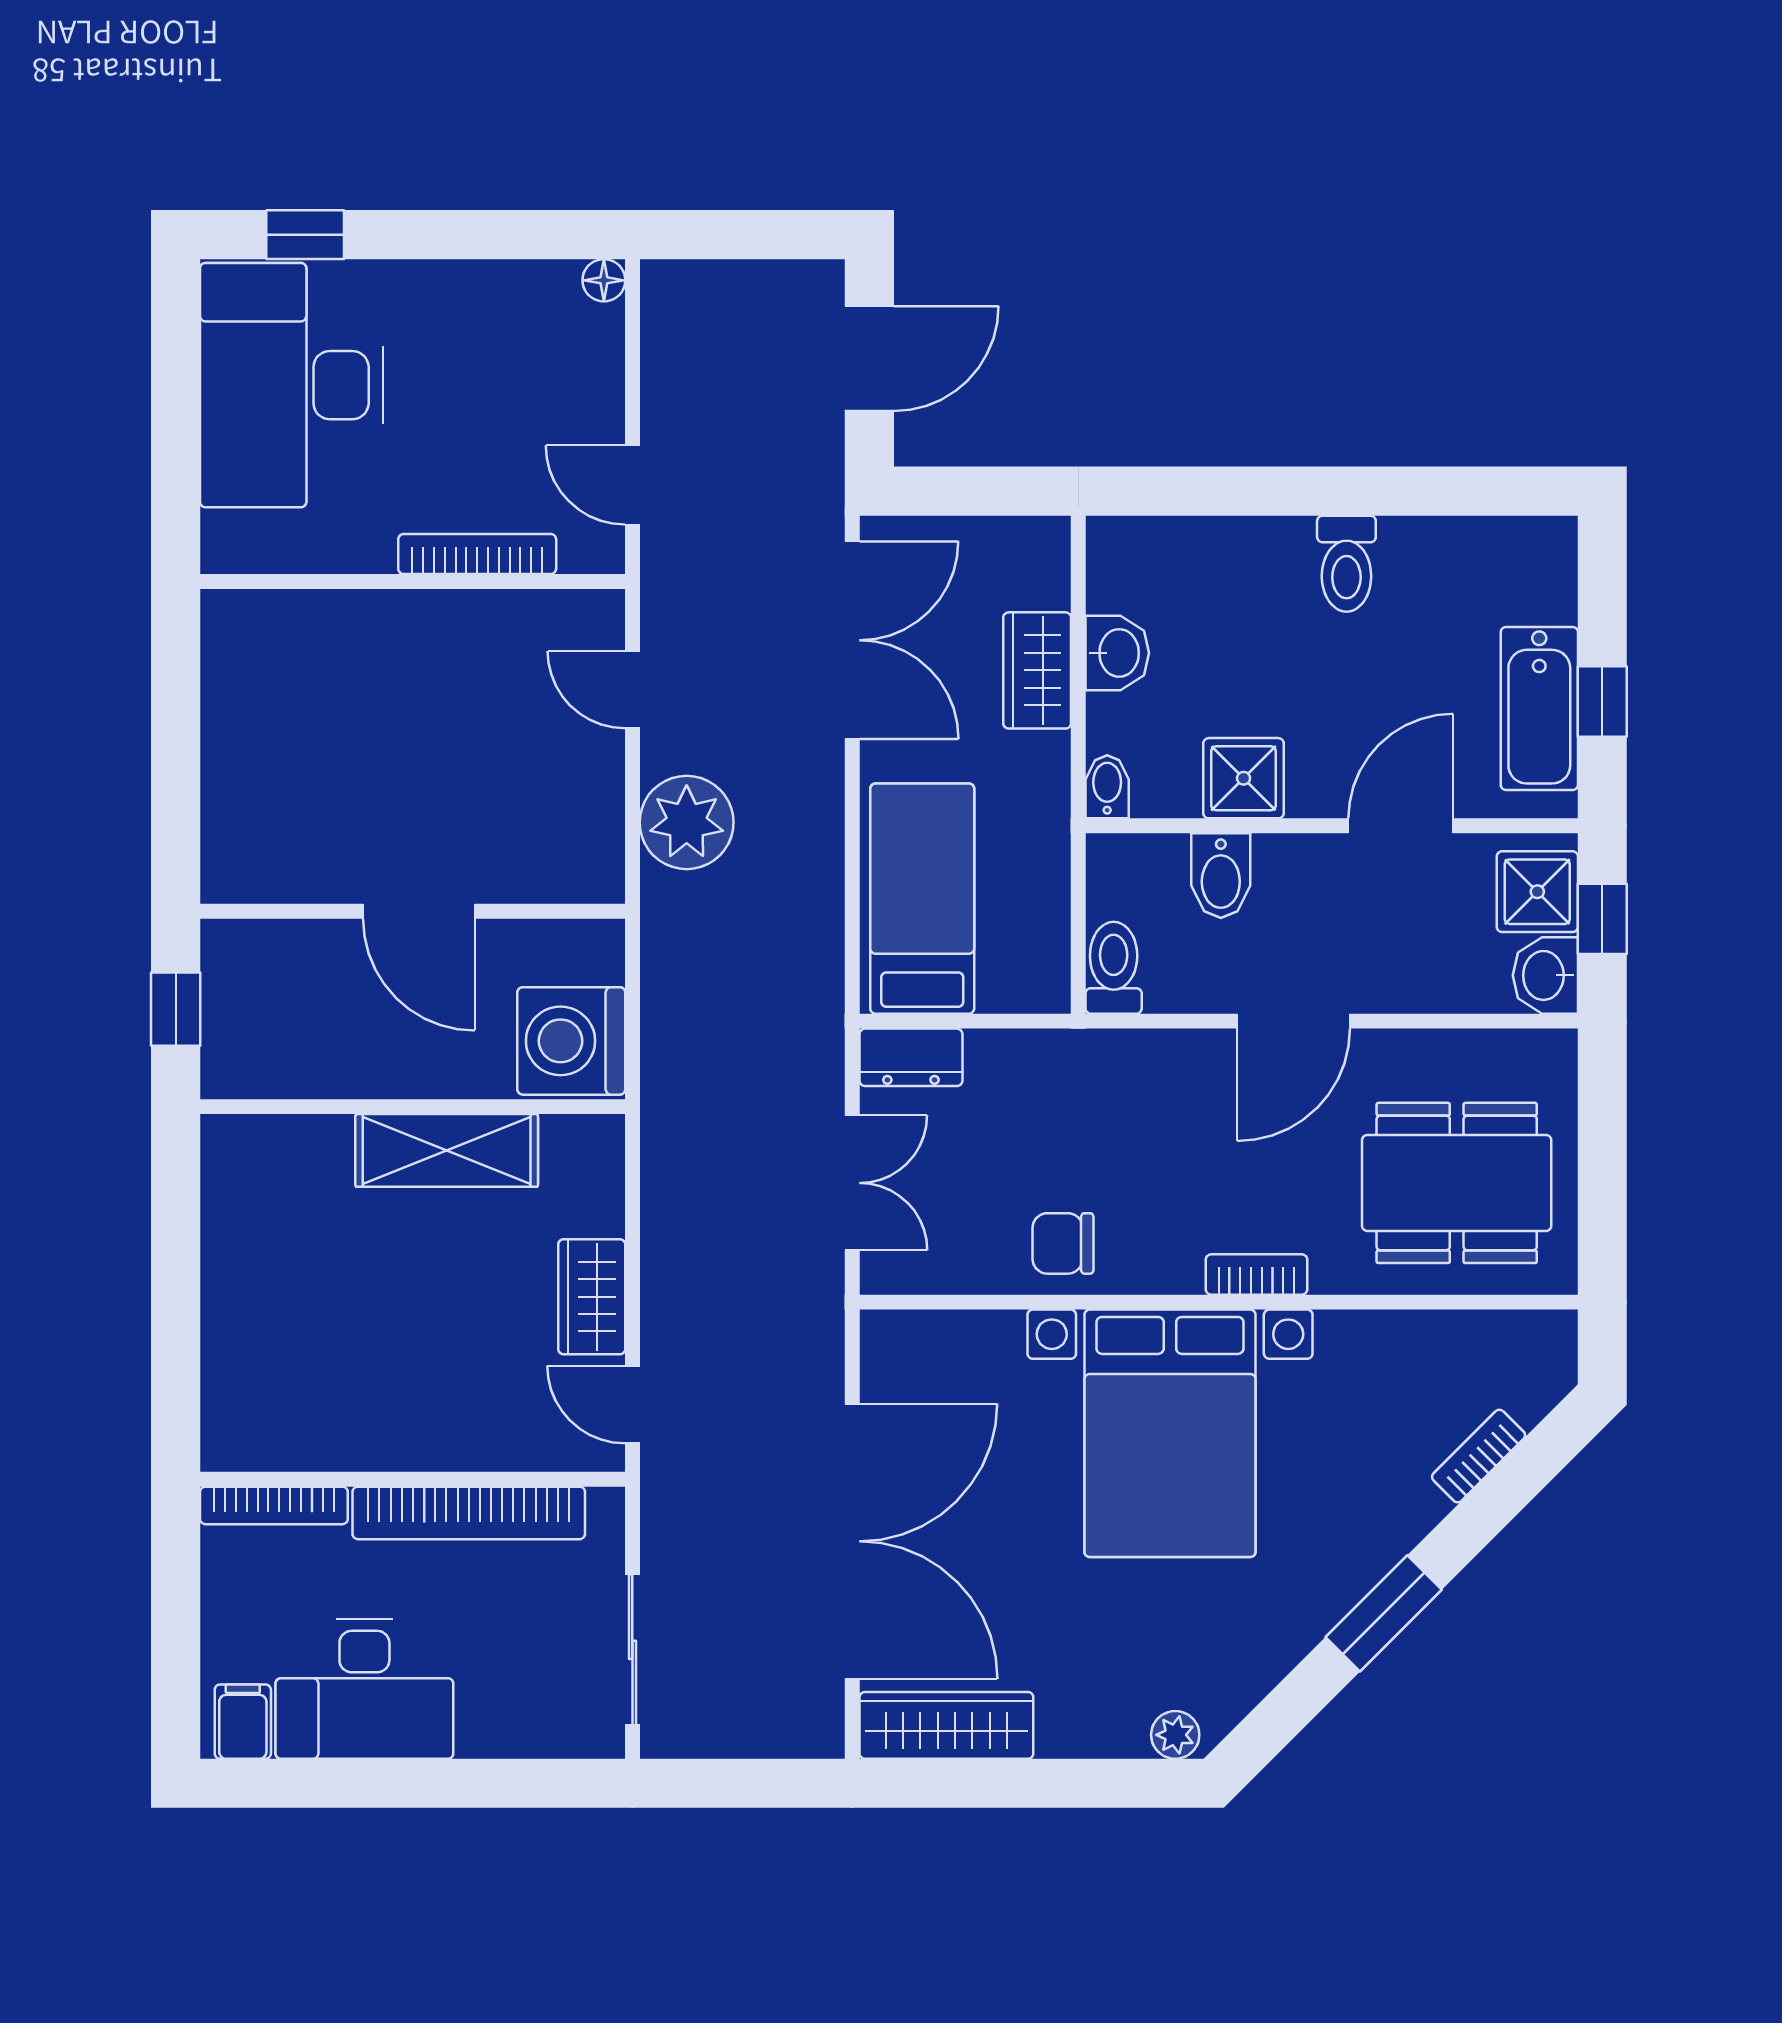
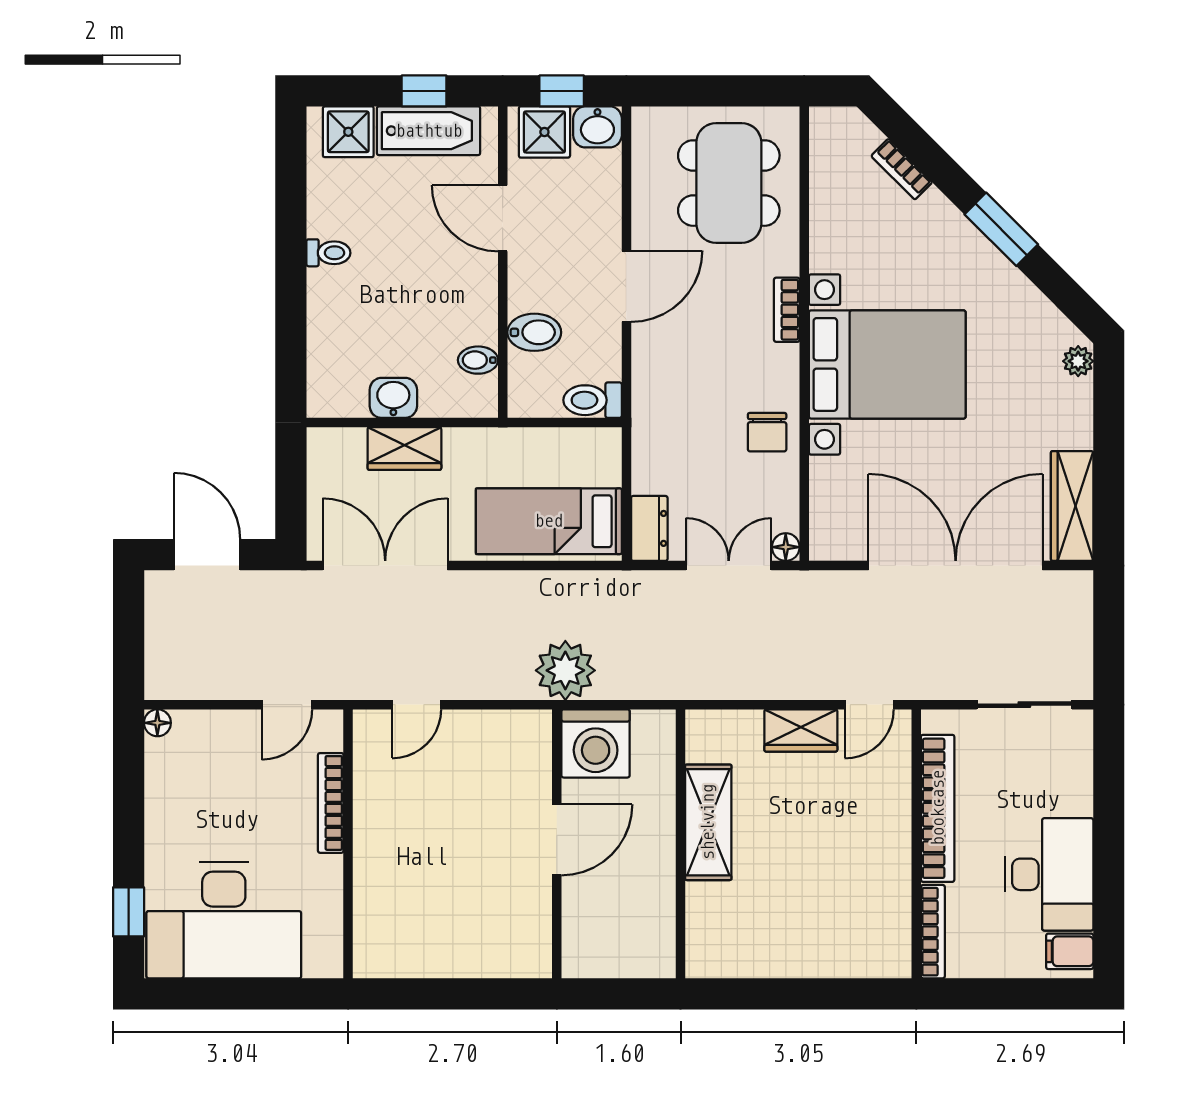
toilet: (1346, 564) -> (328, 253), width x0.73, depth x0.72
shower: (1244, 778) -> (348, 132), moved
bidet: (1107, 787) -> (478, 360), moved
plant: (687, 822) -> (565, 670), moved
window: (176, 1009) -> (619, 994), removed
door: (1294, 1021) -> (626, 286), hinge flipped
washing machine: (571, 1041) -> (596, 743), moved
floor lamp: (881, 1273) -> (786, 547), added

